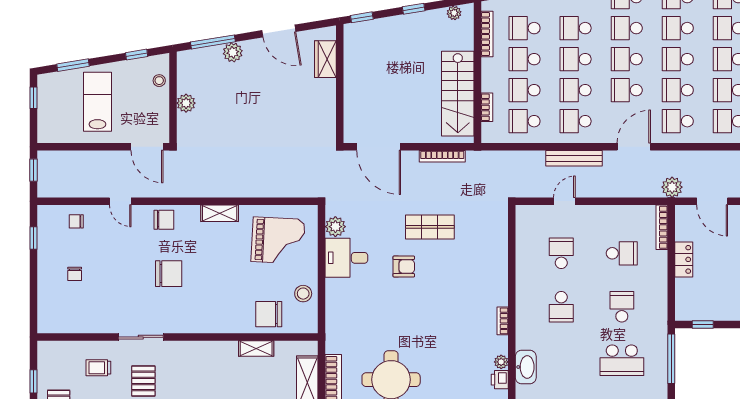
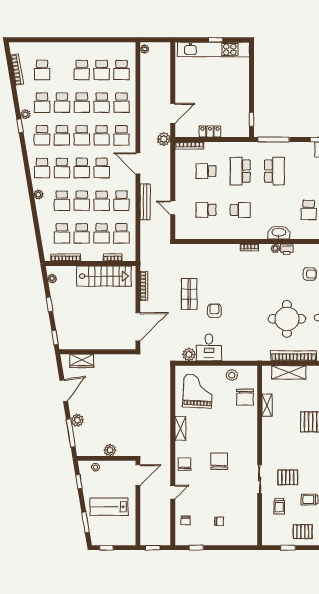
school desk: (622, 253) -> (206, 171), turned -90
school desk: (622, 307) -> (240, 171), width x1.85

